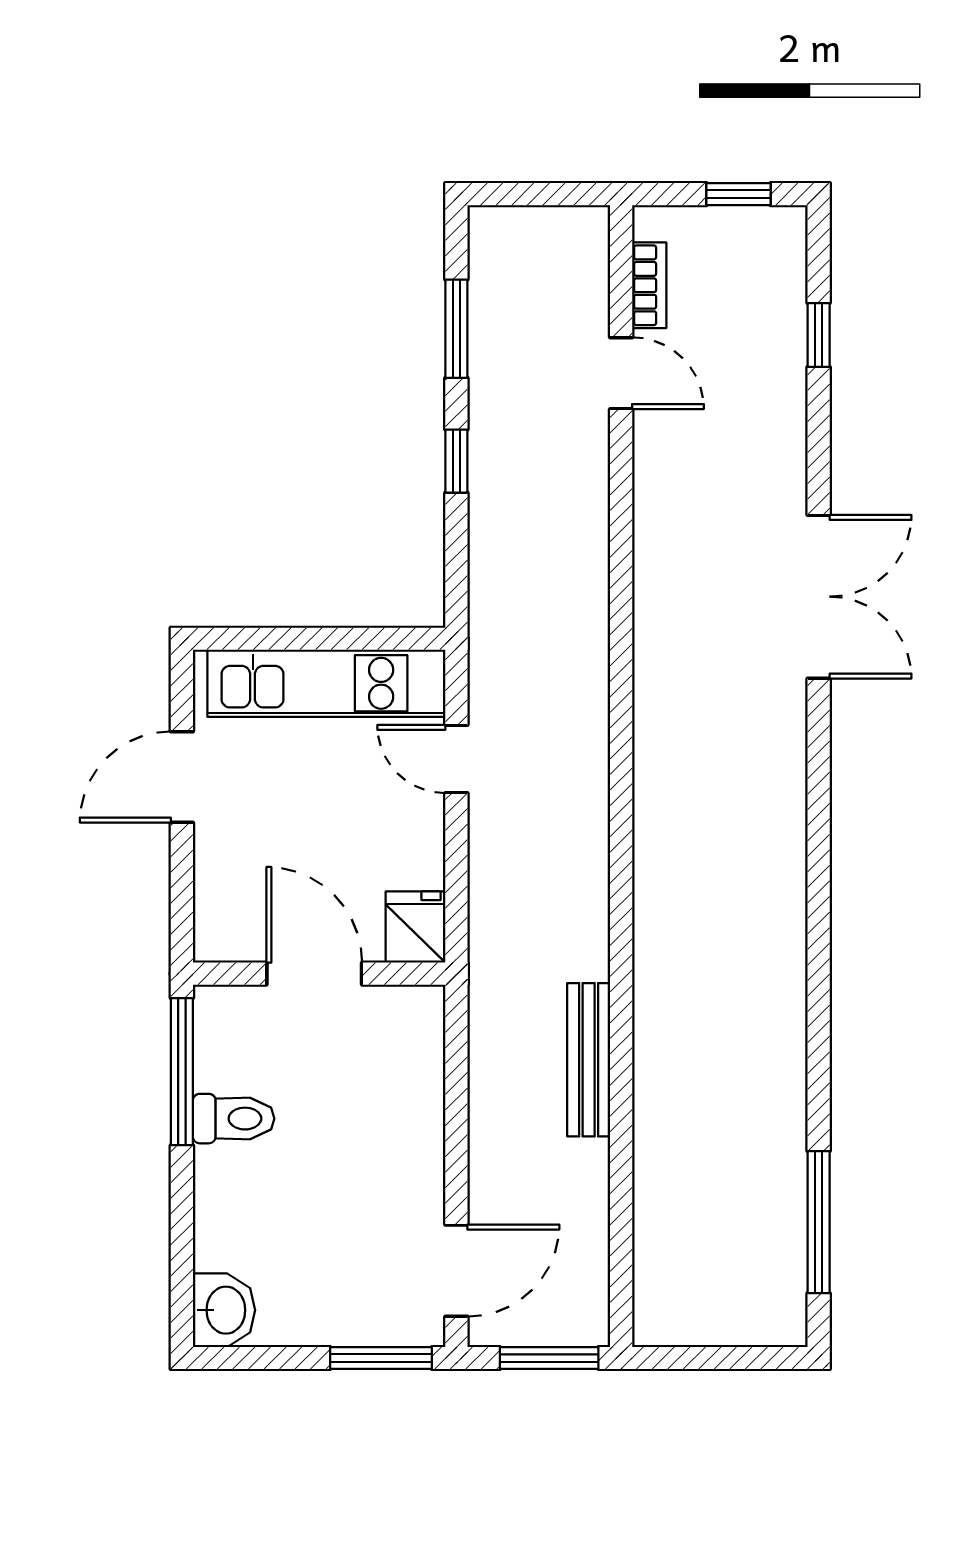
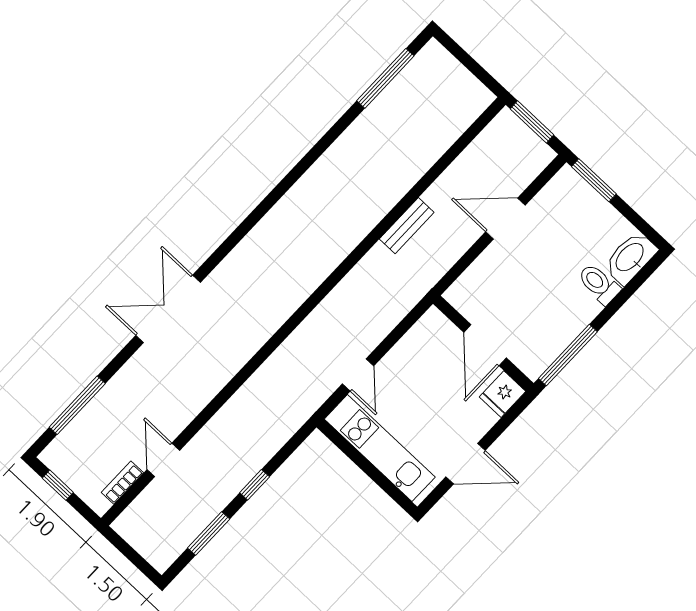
window: (819, 335) -> (77, 405), width x2.17
fridge: (416, 927) -> (503, 394), moved
bench: (589, 1060) -> (407, 226), width x0.73
toilet: (234, 1119) -> (599, 284), moved
door: (456, 1271) -> (505, 219), moved
washbasin: (224, 1310) -> (630, 258), width x1.38

